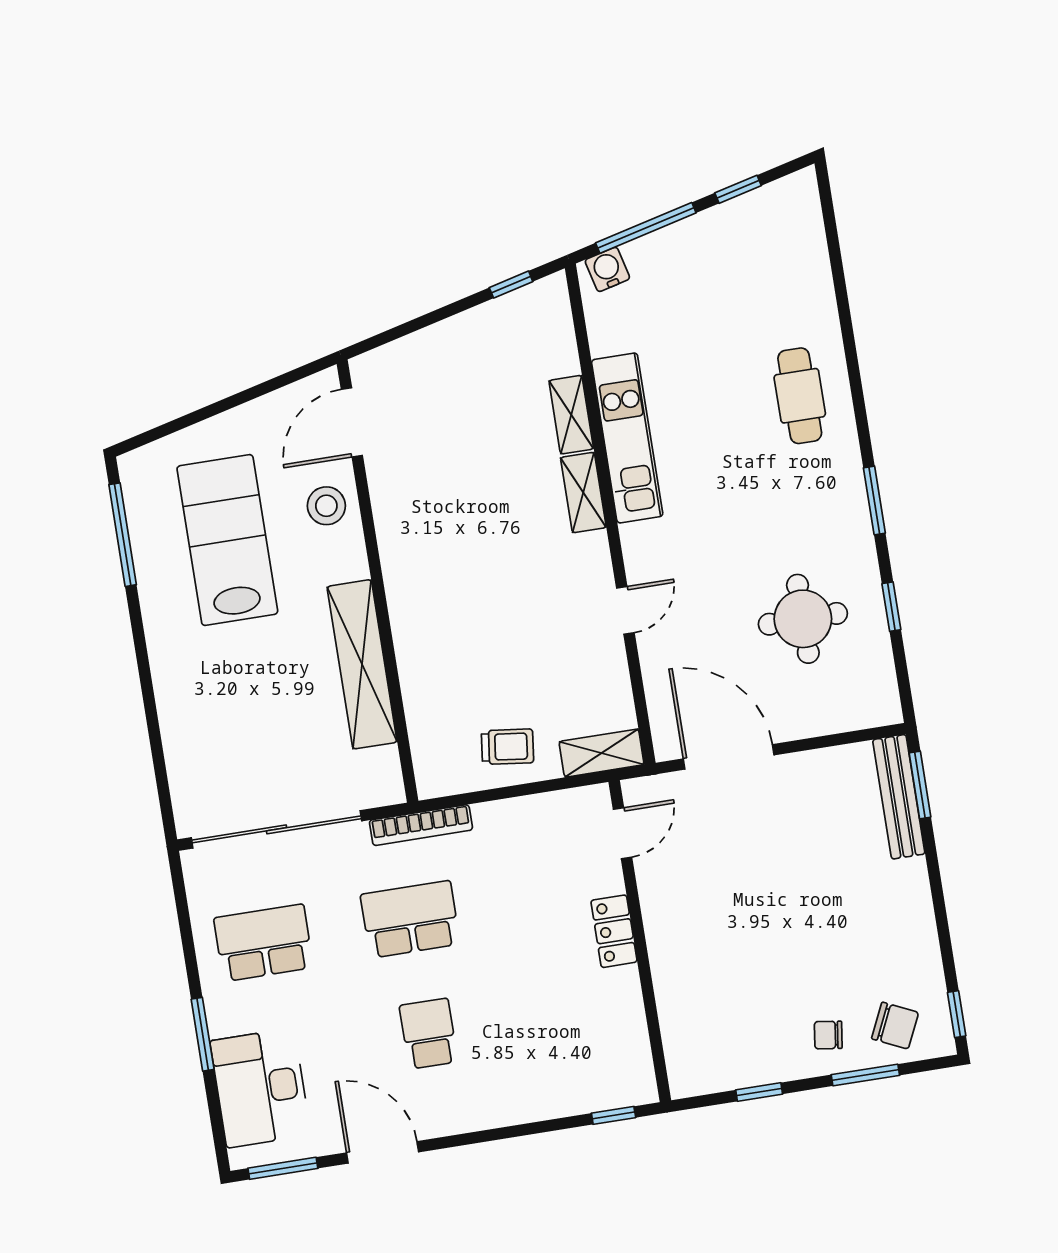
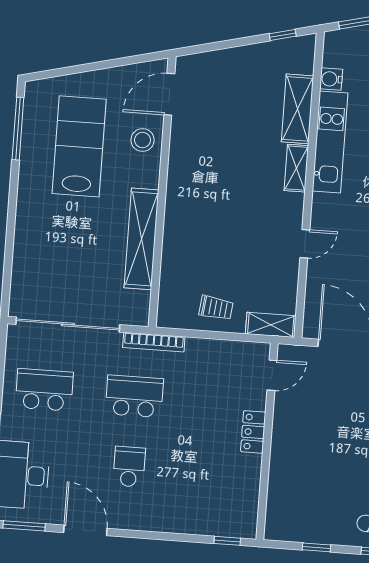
water cooler: (607, 269) -> (331, 79), moved, turned -76
shelving: (571, 415) -> (298, 109), width x1.50, depth x1.33

